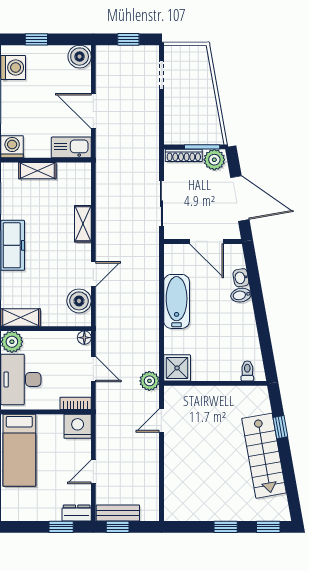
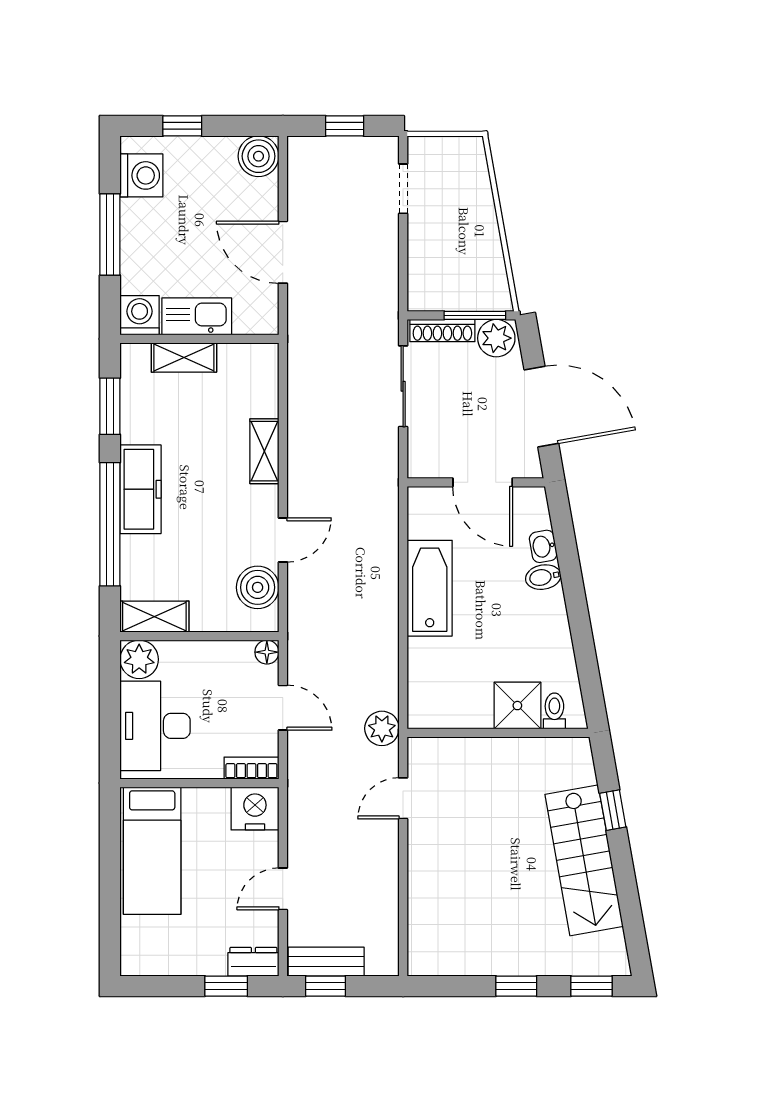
kitchen sink: (71, 147) -> (197, 316), moved
sliding door: (161, 204) -> (403, 386), moved
shower: (177, 368) -> (517, 706), moved

